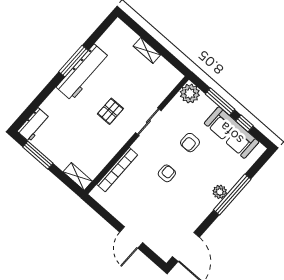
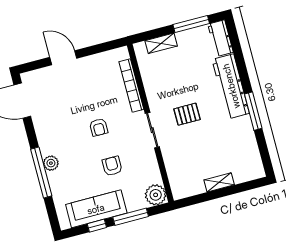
workbench: (83, 72) -> (231, 86), moved
pallet: (110, 111) -> (187, 114), turned 90
sliding door: (148, 122) -> (152, 130), moved
shelving: (78, 176) -> (161, 43), moved

